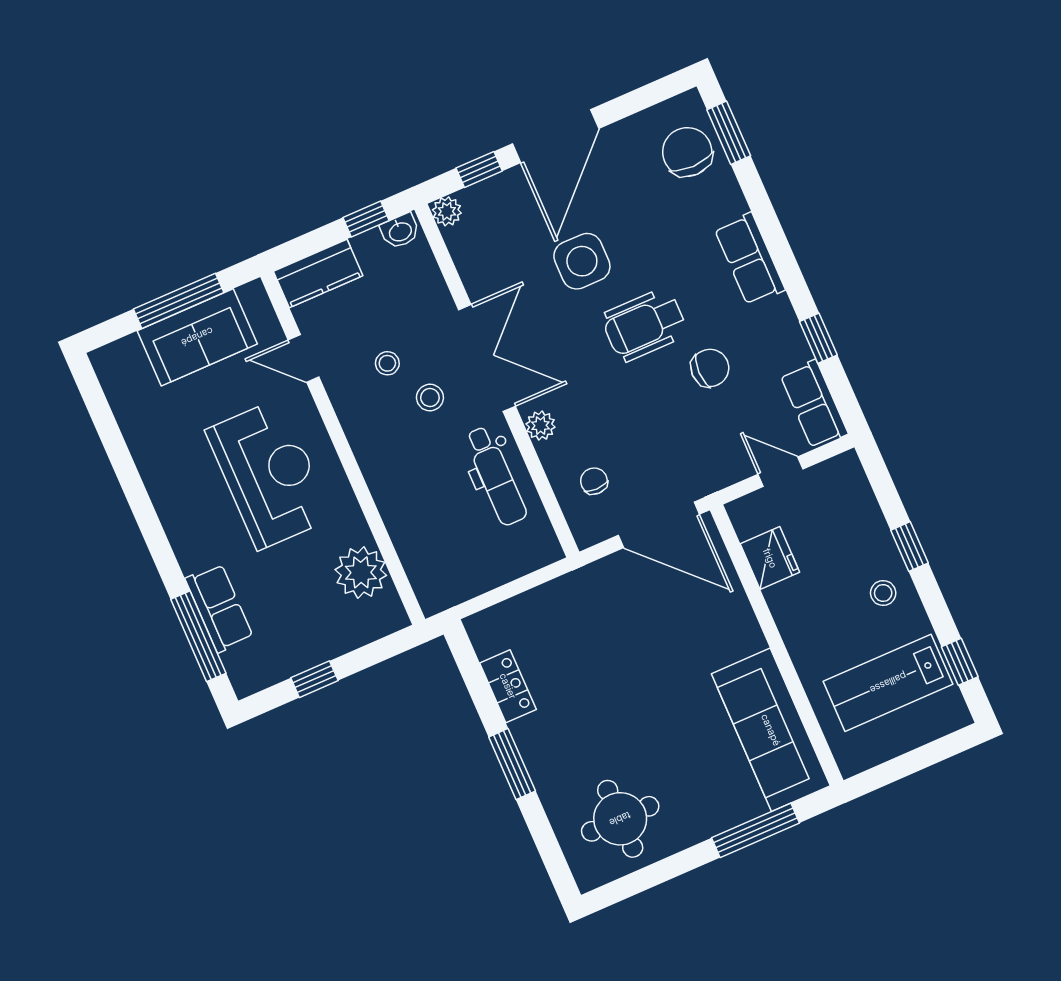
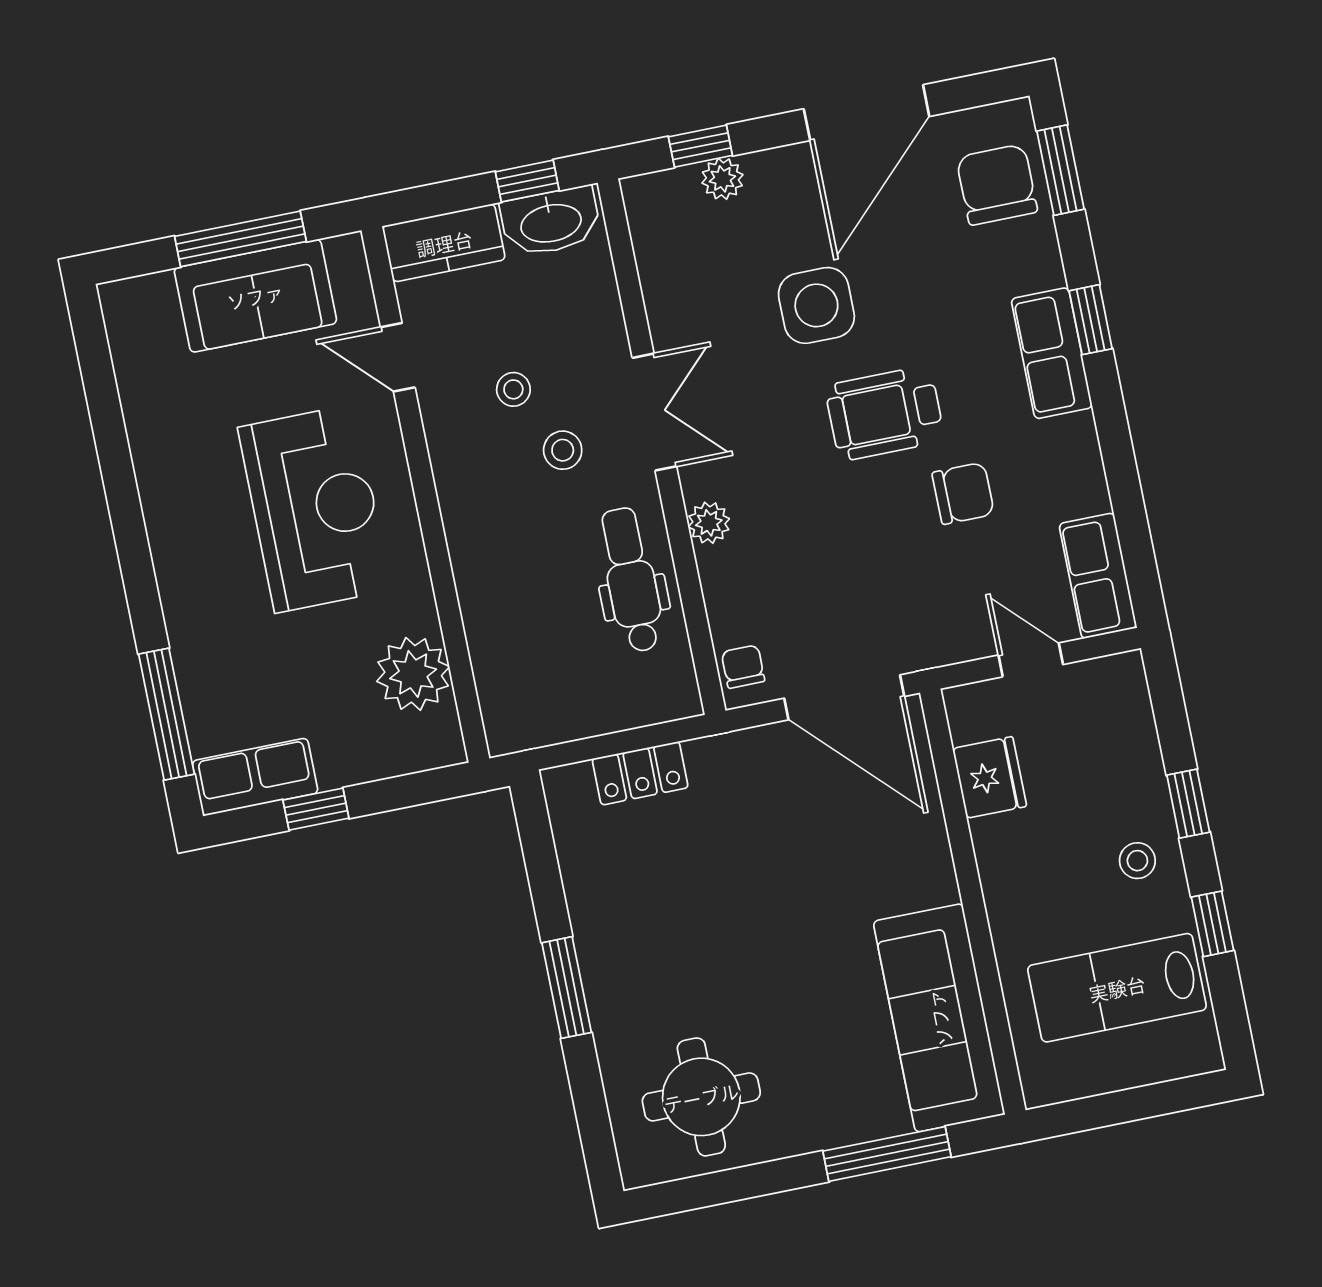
door: (556, 136) -> (867, 113), moved
plant: (447, 211) -> (722, 179), moved
washbasin: (400, 231) -> (551, 222), width x1.91, depth x1.45
window: (818, 338) -> (1091, 320), moved
double door: (487, 358) -> (654, 412), width x0.73
dental chair: (496, 476) -> (631, 580), turned 180
chair: (594, 481) -> (743, 667), moved
row of seats: (219, 608) -> (255, 777), moved, turned -90
window: (960, 662) -> (1212, 924), moved
locker: (508, 686) -> (640, 773), moved, turned 90

